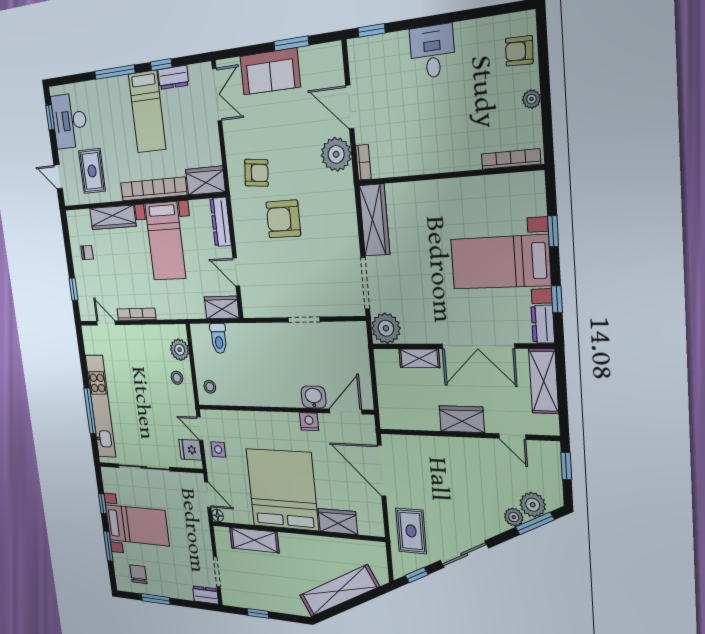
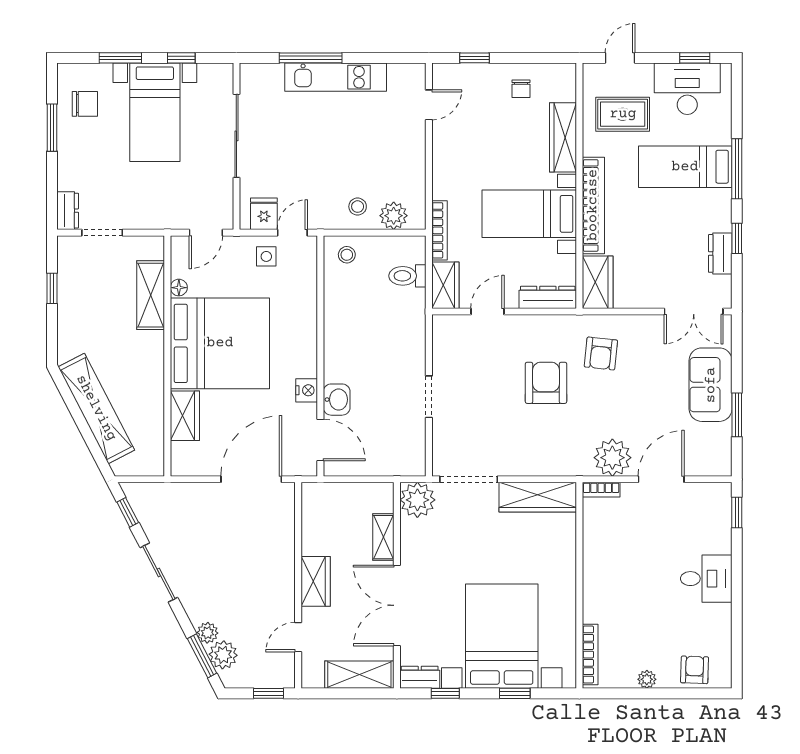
bed: (147, 112) -> (685, 167), moved
bed with nightstands: (500, 262) -> (502, 636), width x1.36
bookcase: (136, 314) -> (439, 230), moved
kitchen unit: (101, 406) -> (336, 77), width x0.73
floor lamp: (218, 516) -> (179, 288), moved
rug: (411, 531) -> (181, 510), removed

